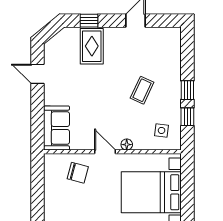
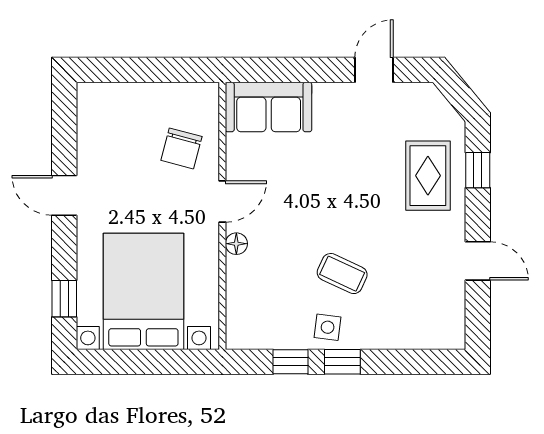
rug: (92, 46) -> (428, 176), turned 90
side table: (162, 130) -> (328, 327), moved

